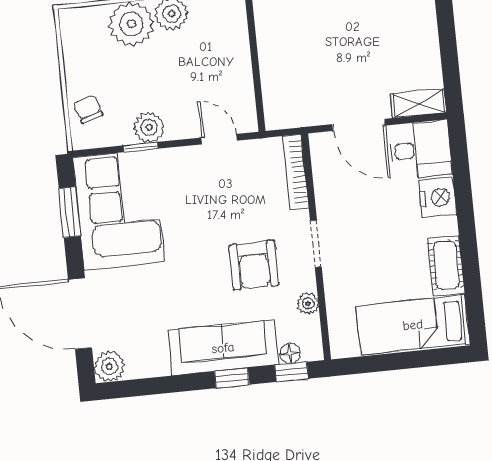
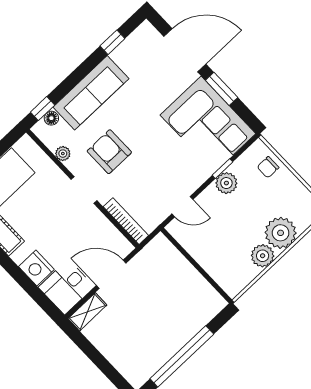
chair: (88, 109) -> (268, 167), turned 108
window: (70, 212) -> (222, 89), moved
plant: (109, 367) -> (146, 33), removed
window: (232, 378) -> (112, 42), moved

